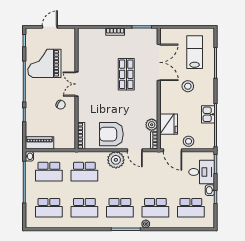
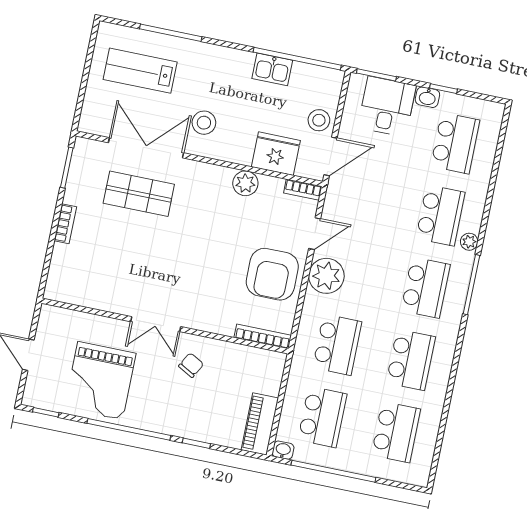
shop shelf: (126, 74) -> (139, 194), moved
stool: (188, 86) -> (204, 123), moved
plant: (152, 125) -> (245, 183), moved

